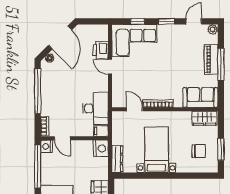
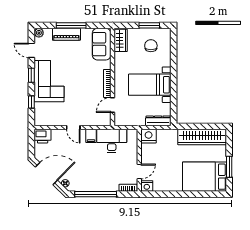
corner sofa: (134, 40) -> (49, 81), moved
printer: (101, 50) -> (43, 136), moved
door: (110, 67) -> (73, 128), hinge flipped
filing cabinet: (101, 131) -> (91, 136), moved
window: (38, 167) -> (165, 194), removed

